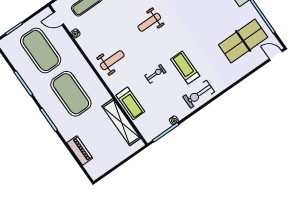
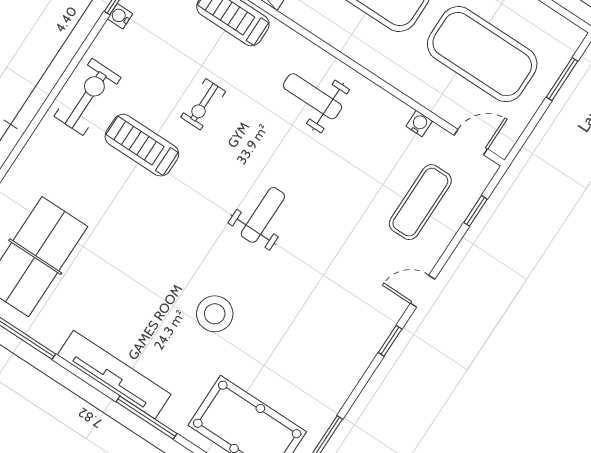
weight bench: (112, 60) -> (312, 96), turned 90
treadmill: (185, 68) -> (142, 145), turned 180

